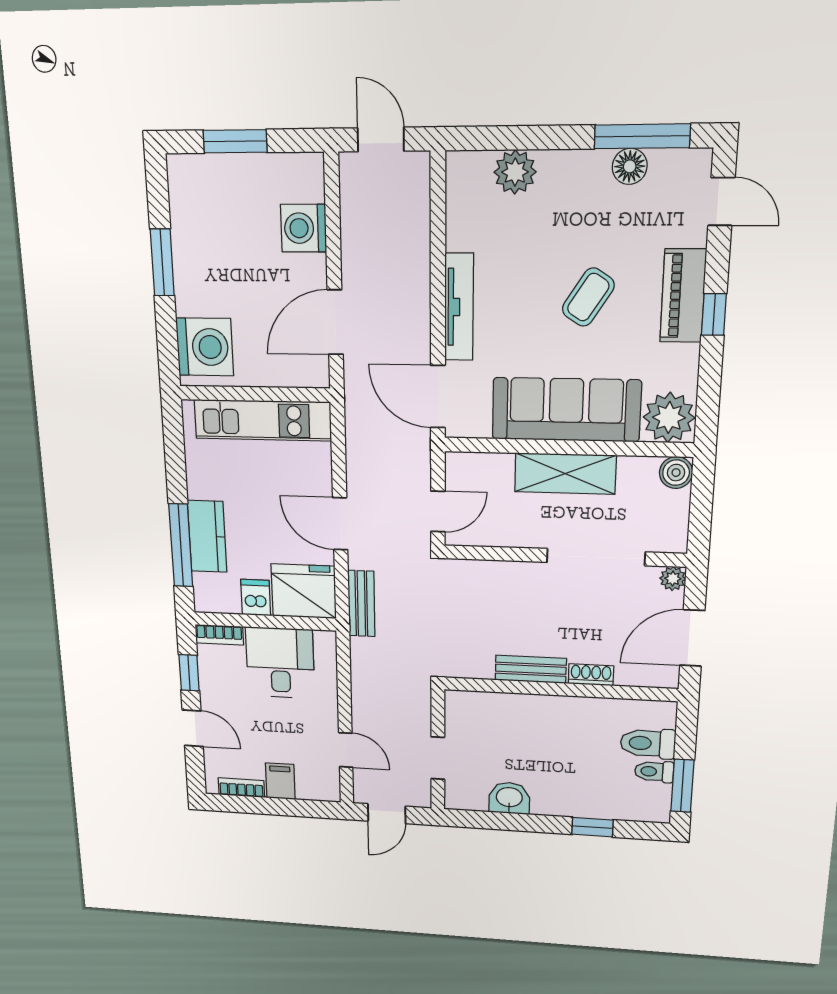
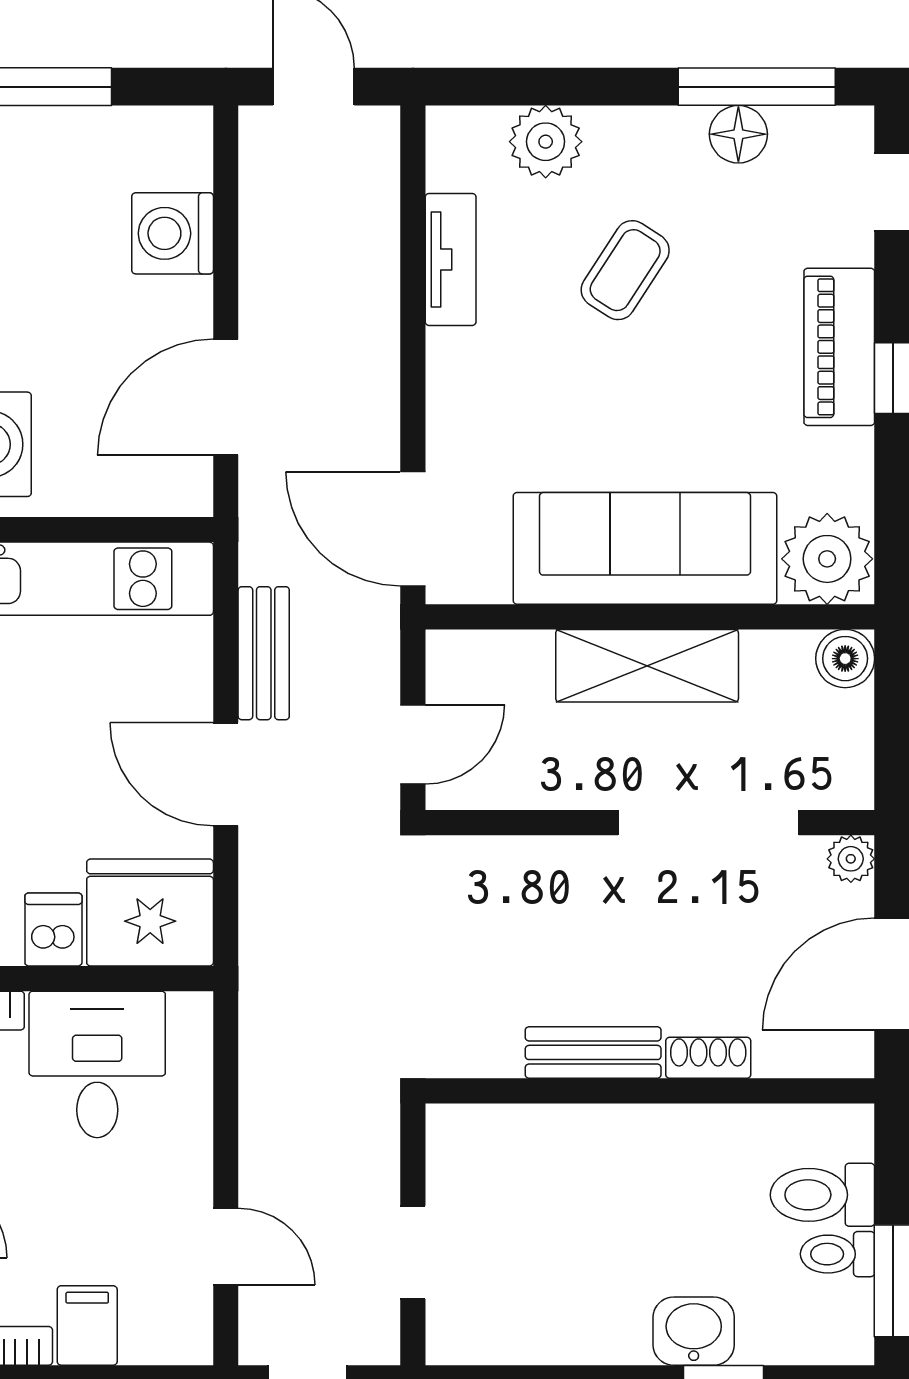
coffee table: (588, 297) -> (625, 270), moved
tv unit: (459, 307) -> (451, 259), moved, width x0.71
bench: (361, 604) -> (264, 653), moved
washbasin: (509, 798) -> (694, 1331), moved

